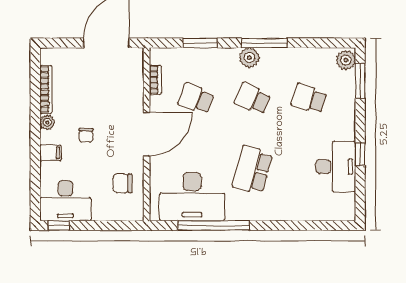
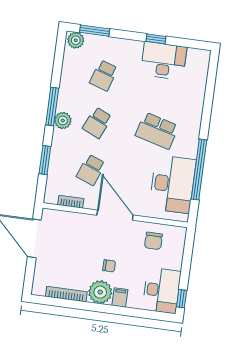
plant: (47, 122) -> (100, 292), width x1.88, depth x1.88

